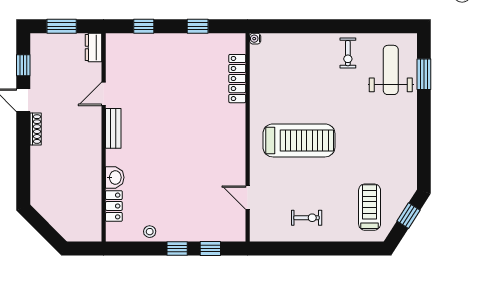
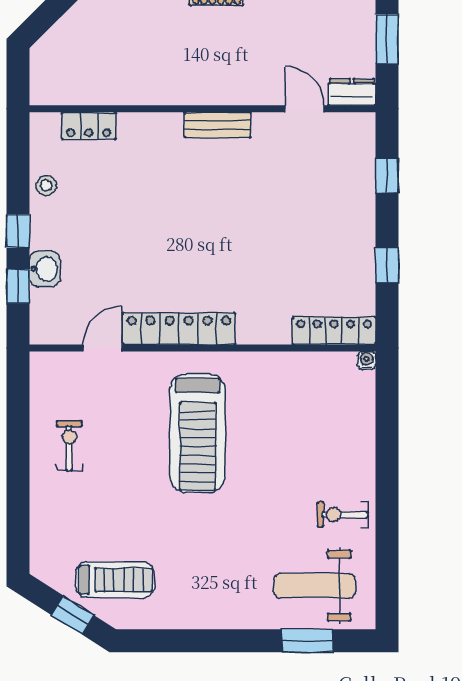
weight bench: (391, 70) -> (315, 586), turned 180
locker: (237, 79) -> (334, 331), moved
door: (104, 94) -> (304, 109), moved
locker: (236, 152) -> (179, 329), added
washbasin: (115, 177) -> (45, 269), moved, turned -90
treadmill: (370, 207) -> (115, 580), moved
exercise bike: (307, 218) -> (69, 446), turned 180

